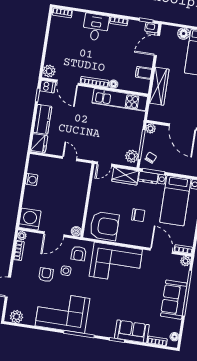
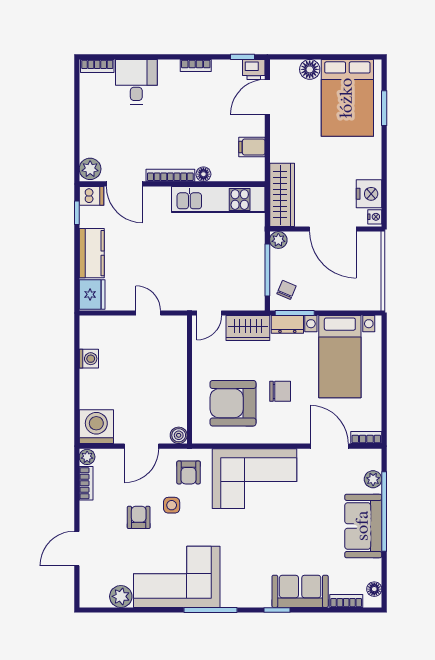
desk: (96, 27) -> (136, 82), moved
wardrobe: (159, 86) -> (282, 195), moved
plant: (132, 156) -> (254, 292), removed
armchair: (104, 226) -> (233, 403), moved, turned 180
plant: (185, 261) -> (373, 479), moved
plant: (16, 317) -> (121, 596), moved

